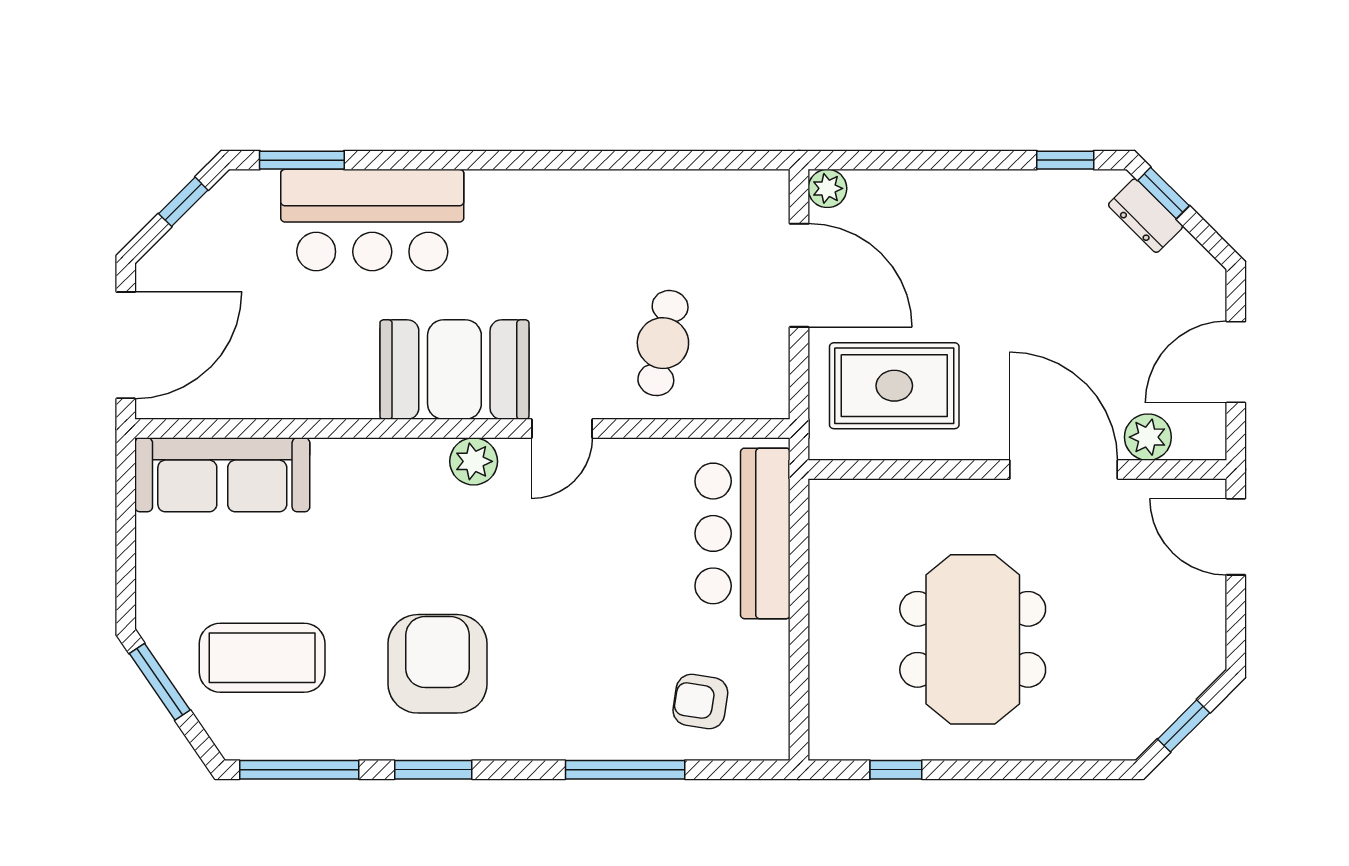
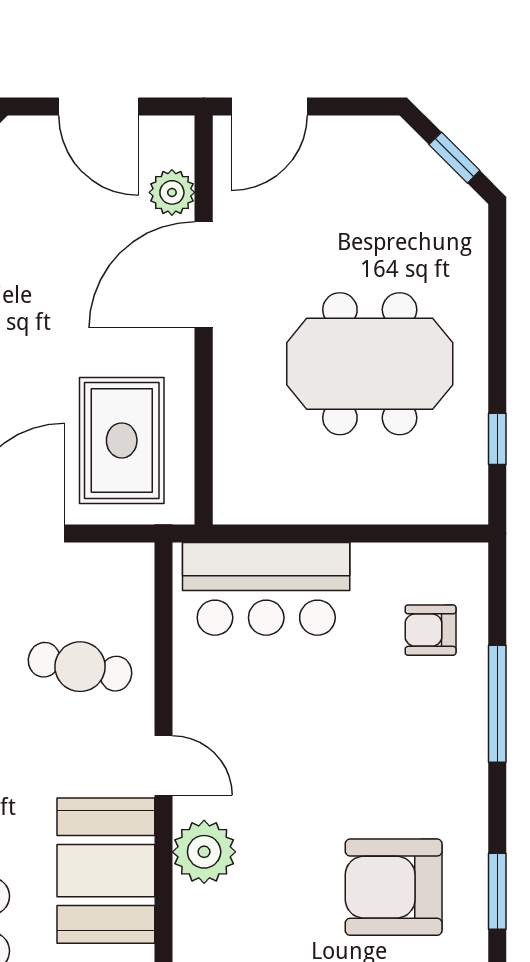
plant: (474, 461) -> (204, 852), width x1.36, depth x1.36
armchair: (700, 702) -> (431, 630), turned 81

